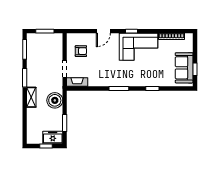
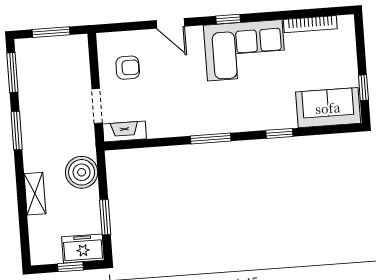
door: (103, 31) -> (170, 23), hinge flipped
sofa: (184, 68) -> (328, 108), moved, turned 90
shelving: (31, 97) -> (35, 194), moved

